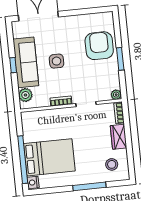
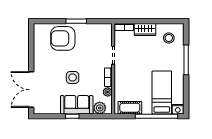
sofa: (26, 62) -> (77, 105), width x0.73
plant: (116, 95) -> (108, 92), moved
cot: (29, 129) -> (130, 108), added
bed: (49, 157) -> (162, 92), width x0.67

